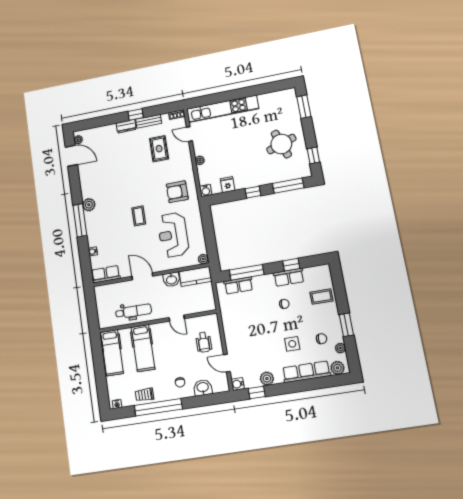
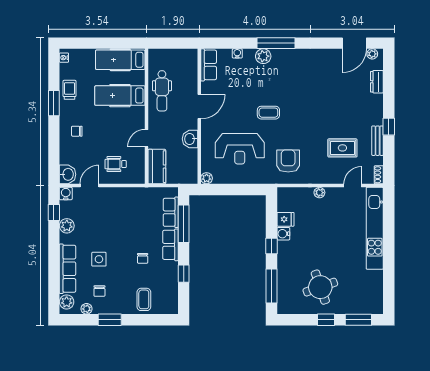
dresser: (126, 126) -> (377, 82), moved
window: (313, 155) -> (326, 320), moved
water cooler: (206, 191) -> (283, 234), moved
plant: (89, 205) -> (263, 56), moved
reception desk: (173, 235) -> (240, 149), turned 180
kitchen counter: (195, 276) -> (157, 167), moved, turned 180
row of seats: (289, 277) -> (170, 245), moved
washbasin: (203, 388) -> (68, 174), moved
window: (158, 407) -> (54, 103), width x0.47

